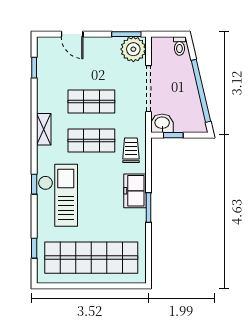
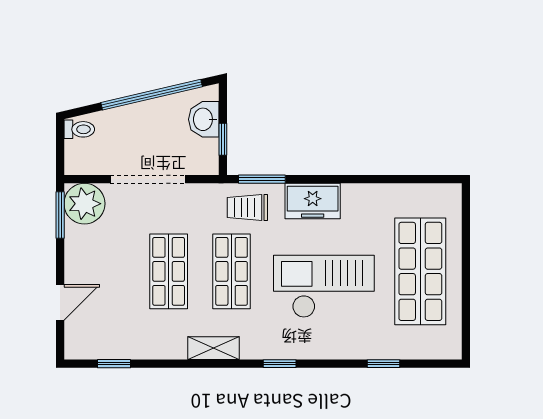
washbasin: (162, 123) -> (204, 119), moved
window: (34, 184) -> (280, 364), moved
checkout: (58, 195) -> (324, 286), moved
window: (149, 207) -> (262, 179), moved
window: (34, 248) -> (383, 364), moved
shop shelf: (91, 258) -> (420, 271), width x0.71

